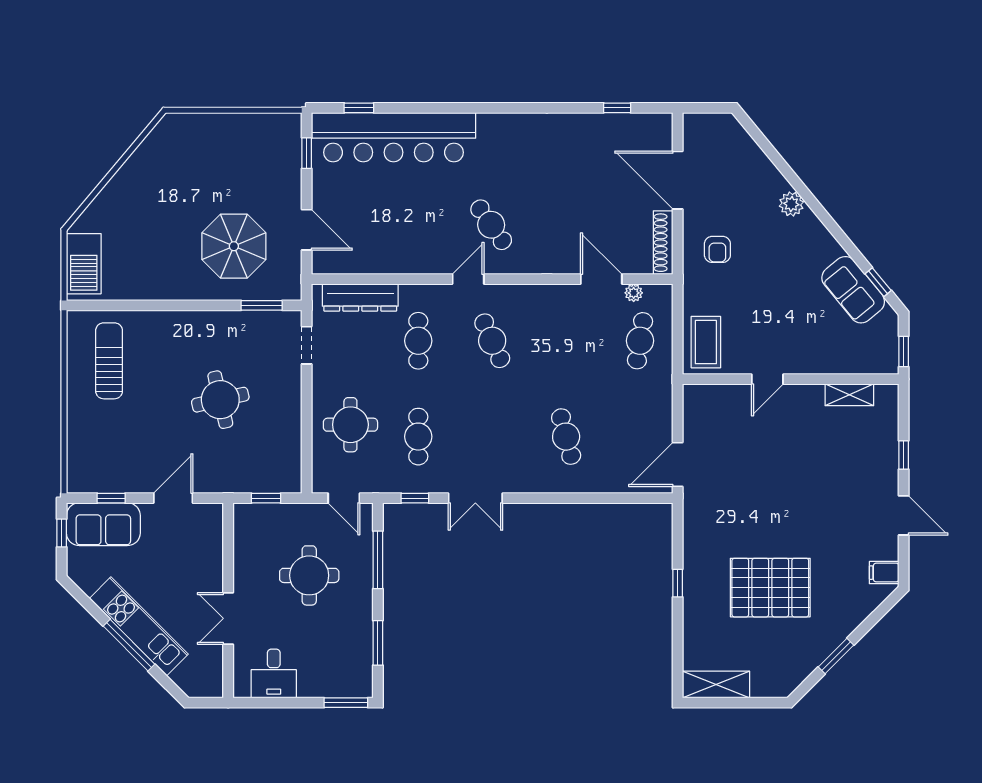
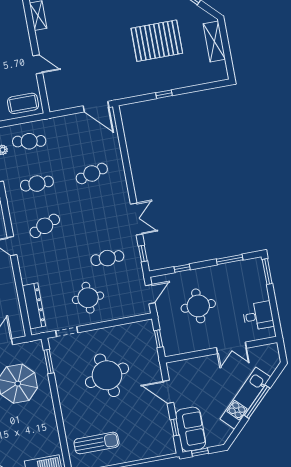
cafe table: (418, 341) -> (37, 184), moved
sun lounger: (109, 361) -> (96, 443), turned 180
round table: (220, 400) -> (107, 375), width x1.36, depth x1.36
round table: (350, 425) -> (88, 298), moved
window: (378, 560) -> (182, 268), width x0.46
pallet: (770, 588) -> (157, 41), turned 90
shelving: (716, 685) -> (214, 41), moved

